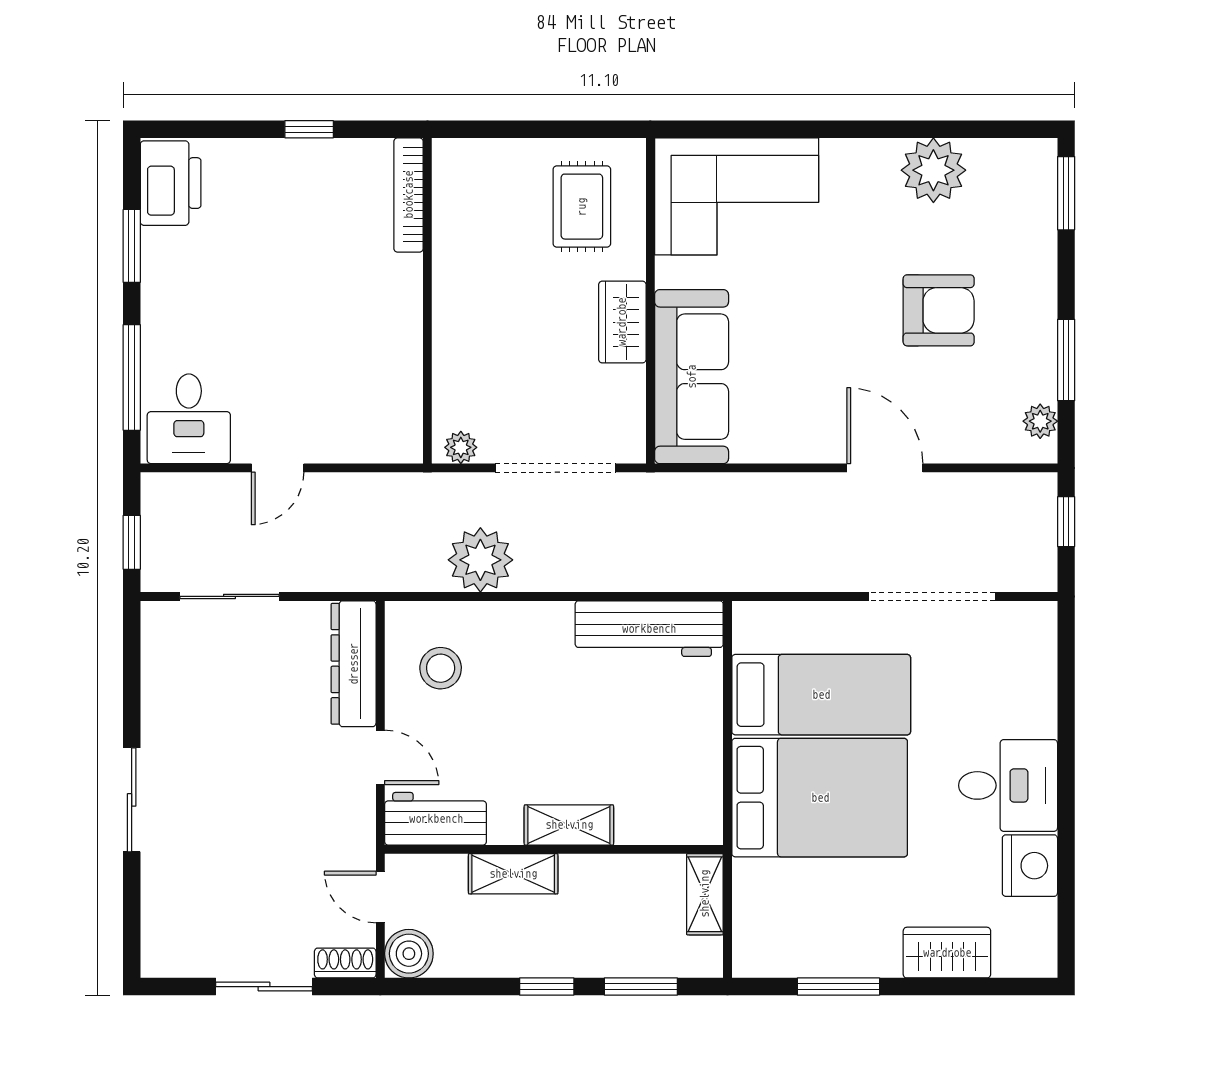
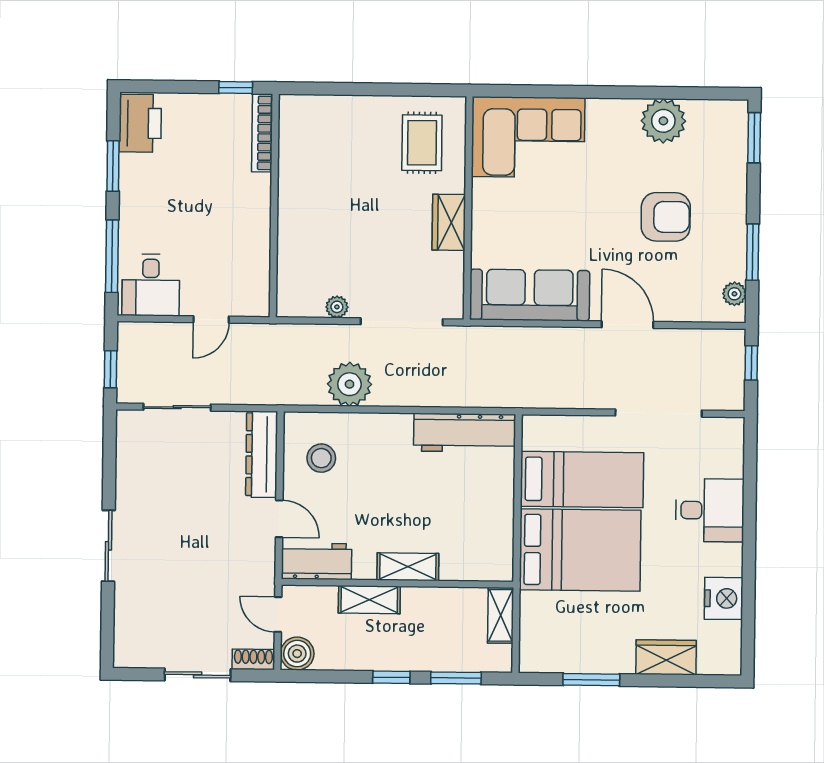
bookcase: (409, 195) -> (262, 133), moved
wall: (427, 301) -> (274, 206), moved
sofa: (692, 377) -> (530, 295), moved, turned -90
desk: (1008, 785) -> (710, 510), moved

